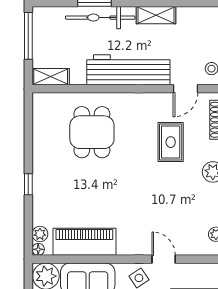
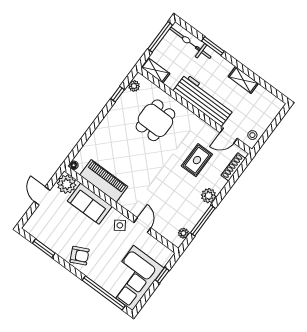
bicycle: (100, 18) -> (190, 43), moved
window: (28, 184) -> (118, 94), moved
plant: (40, 234) -> (134, 86), moved

